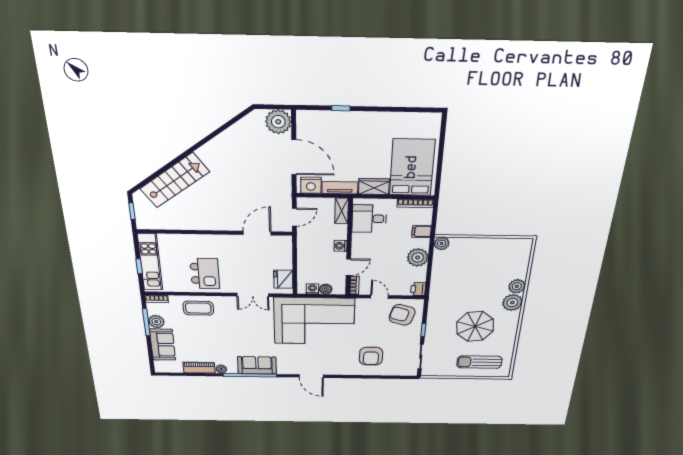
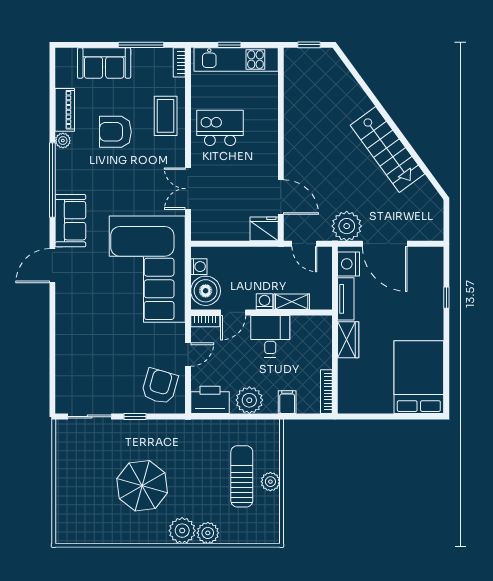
plant: (278, 122) -> (347, 226), moved
door: (294, 157) -> (385, 244), hinge flipped
bed: (412, 167) -> (419, 377), moved, turned -90
stairs: (175, 180) -> (388, 149), moved
shelving: (342, 211) -> (292, 302), moved
desk: (369, 219) -> (270, 336), moved
plant: (442, 243) -> (270, 482), moved
door: (348, 267) -> (233, 312), hinge flipped
kitchen island: (205, 273) -> (220, 128), turned 180
fridge: (283, 279) -> (264, 229), moved
boiler: (326, 289) -> (206, 291), width x1.86, depth x1.86
printer: (418, 289) -> (210, 400), width x1.87, depth x1.48
plant: (156, 322) -> (143, 58), removed
armchair: (371, 356) -> (115, 132), moved
sun lounger: (479, 362) -> (242, 476), moved
sofa: (257, 365) -> (70, 221), moved

